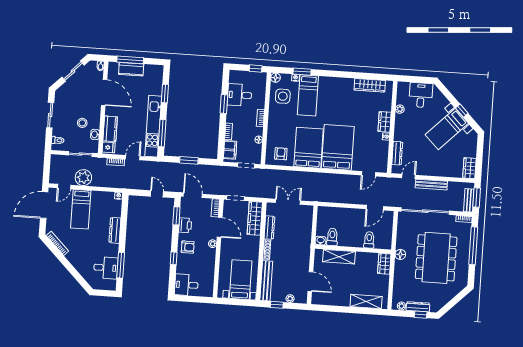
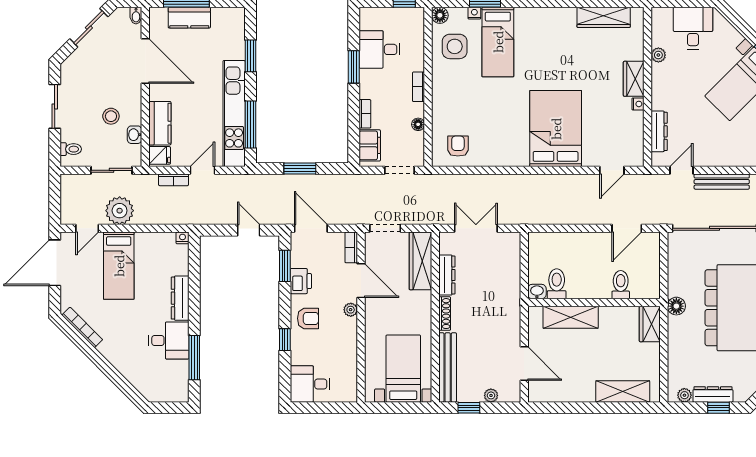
bed: (309, 148) -> (505, 132), removed
desk: (106, 268) -> (169, 340), moved

